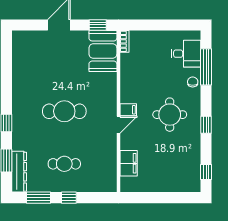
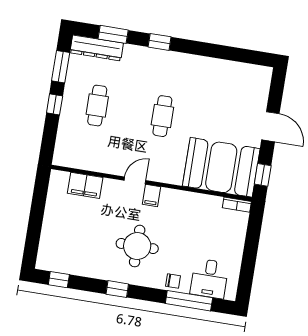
booth: (103, 51) -> (221, 167), width x1.36, depth x1.42
cafe table: (64, 111) -> (162, 116), width x0.73, depth x0.74
door: (118, 125) -> (135, 180), swing flipped

